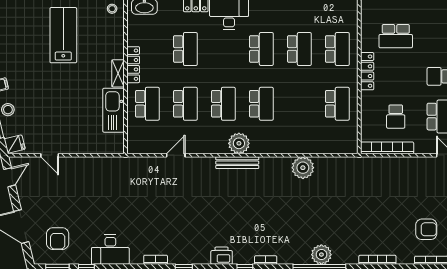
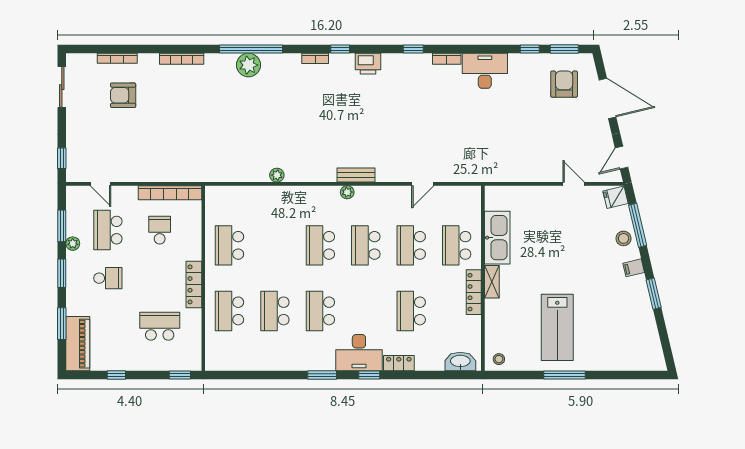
plant: (239, 143) -> (347, 192), width x0.53, depth x0.53
bench: (237, 163) -> (356, 175), width x0.73
plant: (303, 168) -> (277, 175), width x0.53, depth x0.53
desk: (110, 250) -> (485, 71), moved

